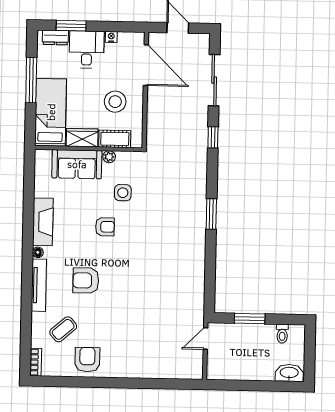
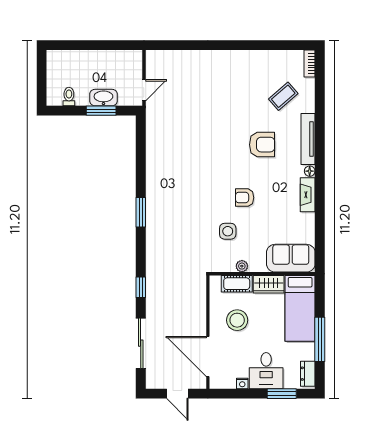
dresser: (55, 37) -> (308, 374), moved, turned -90
sofa: (77, 164) -> (291, 258), moved
fireplace: (43, 222) -> (308, 195), width x0.73, depth x0.76
armchair: (87, 360) -> (259, 67), removed
washbasin: (289, 373) -> (103, 98), moved, turned 180

